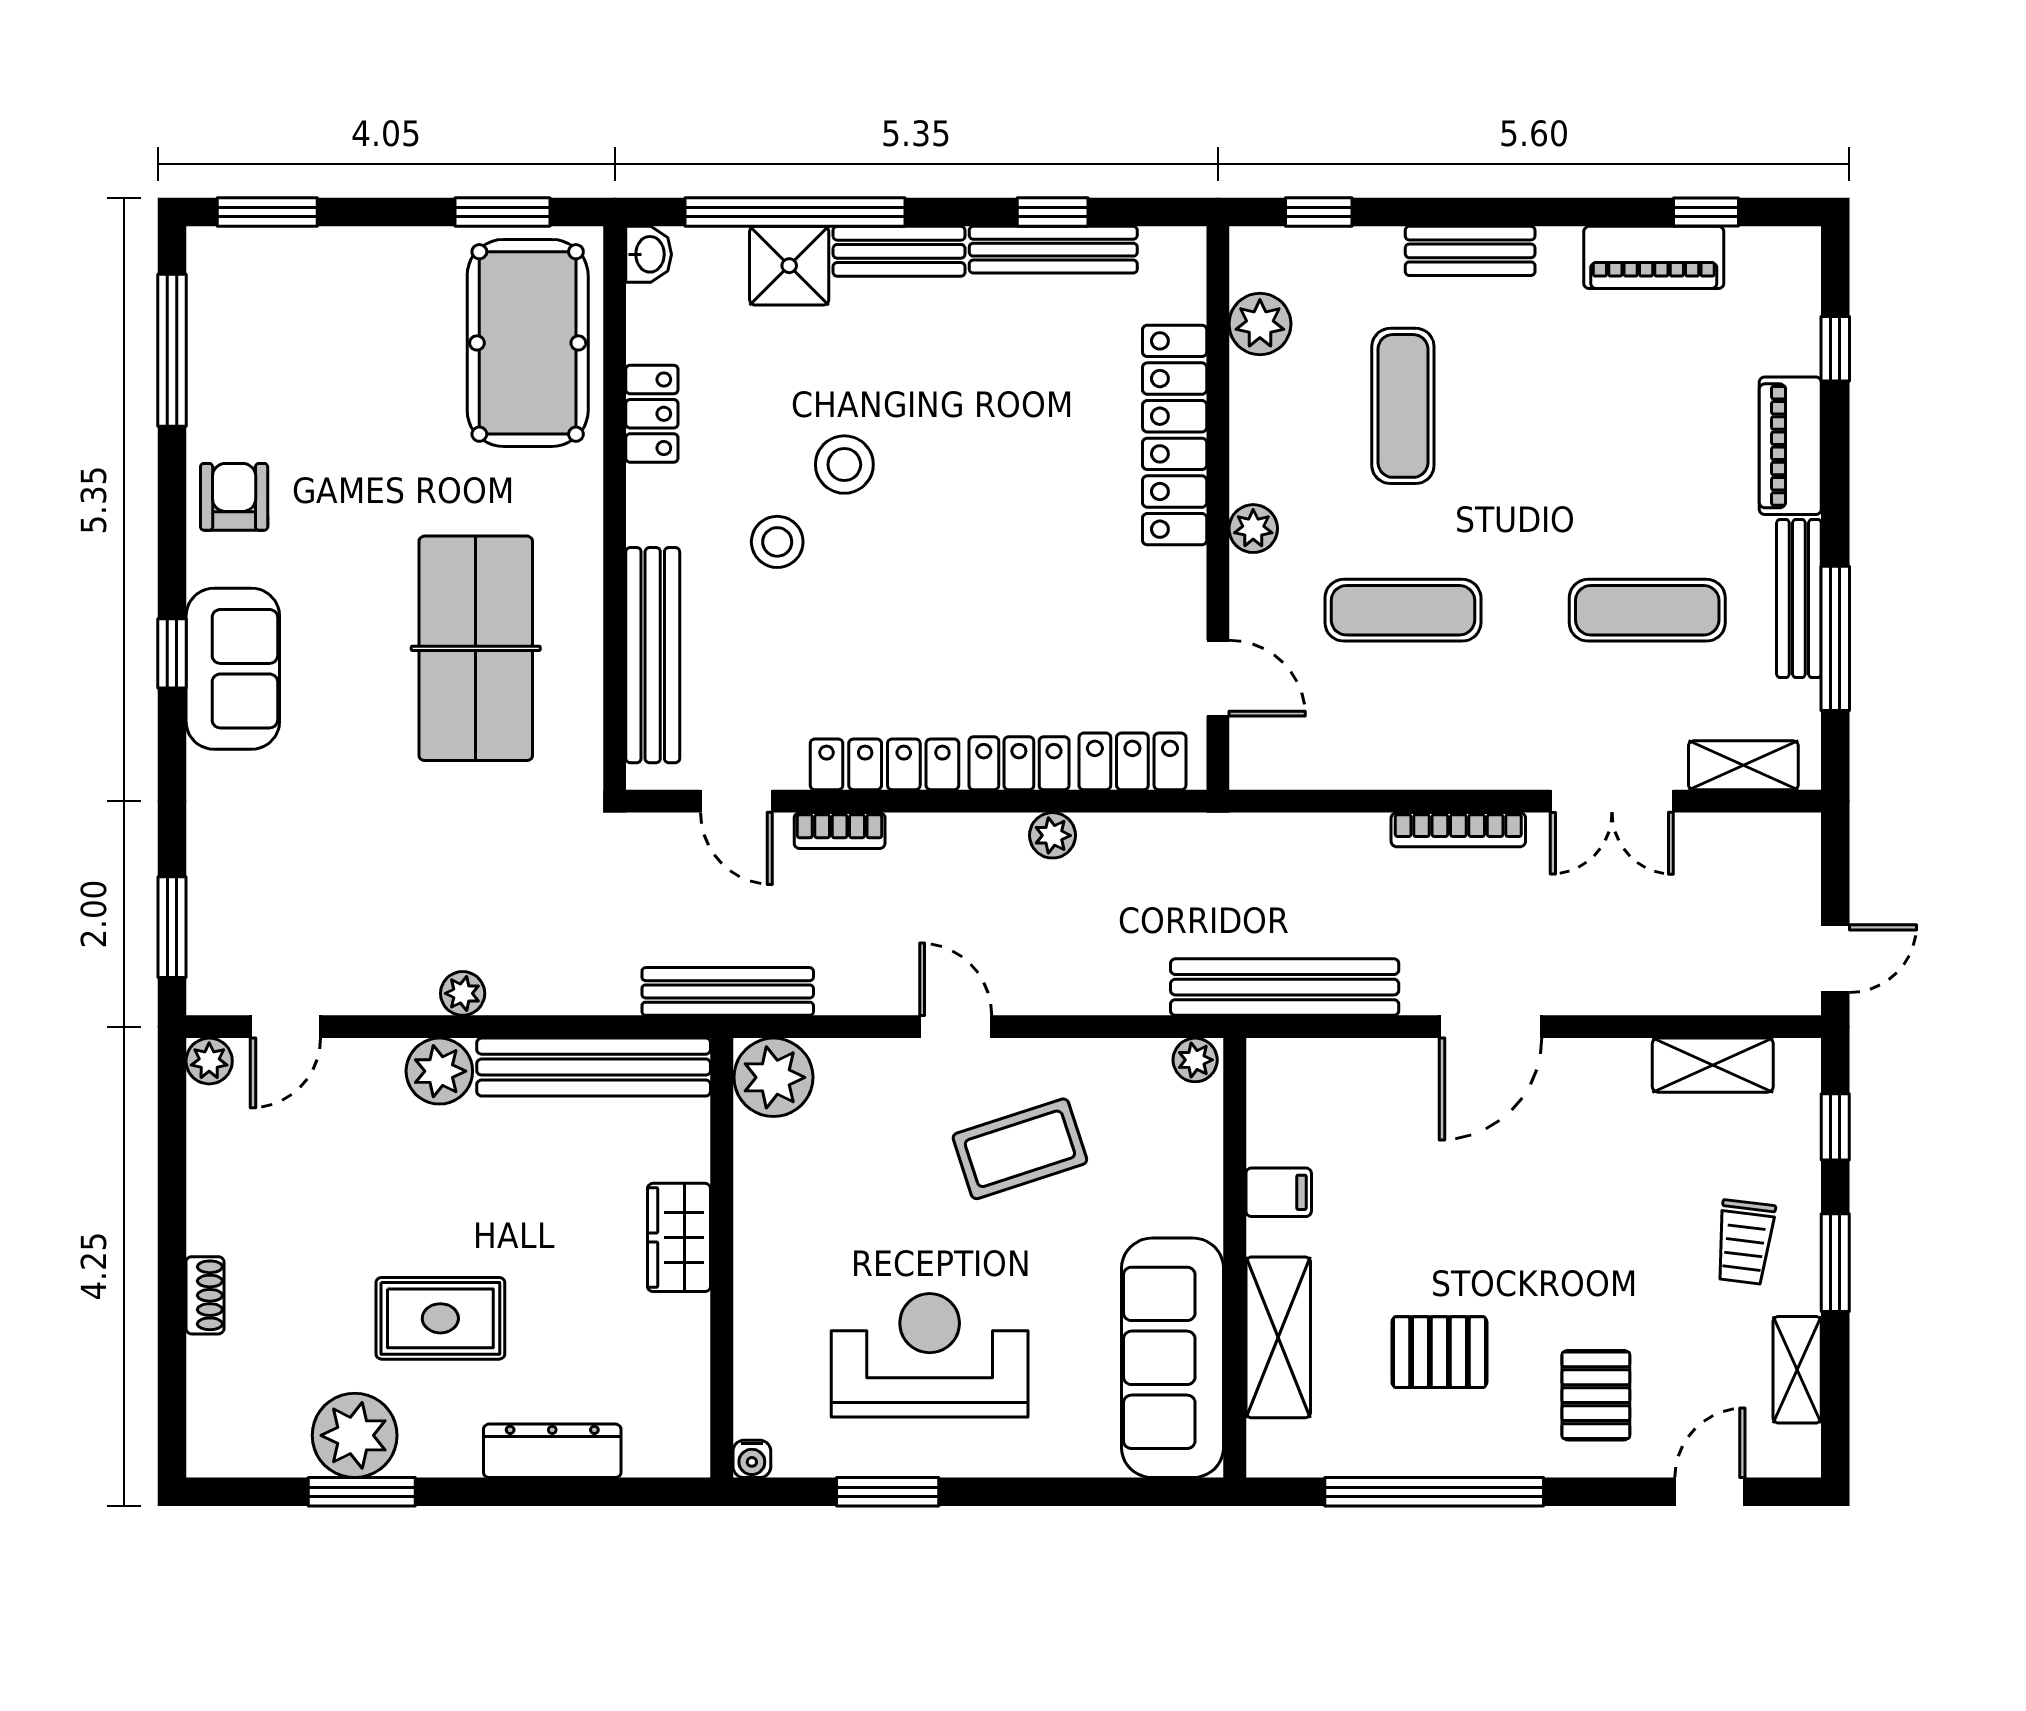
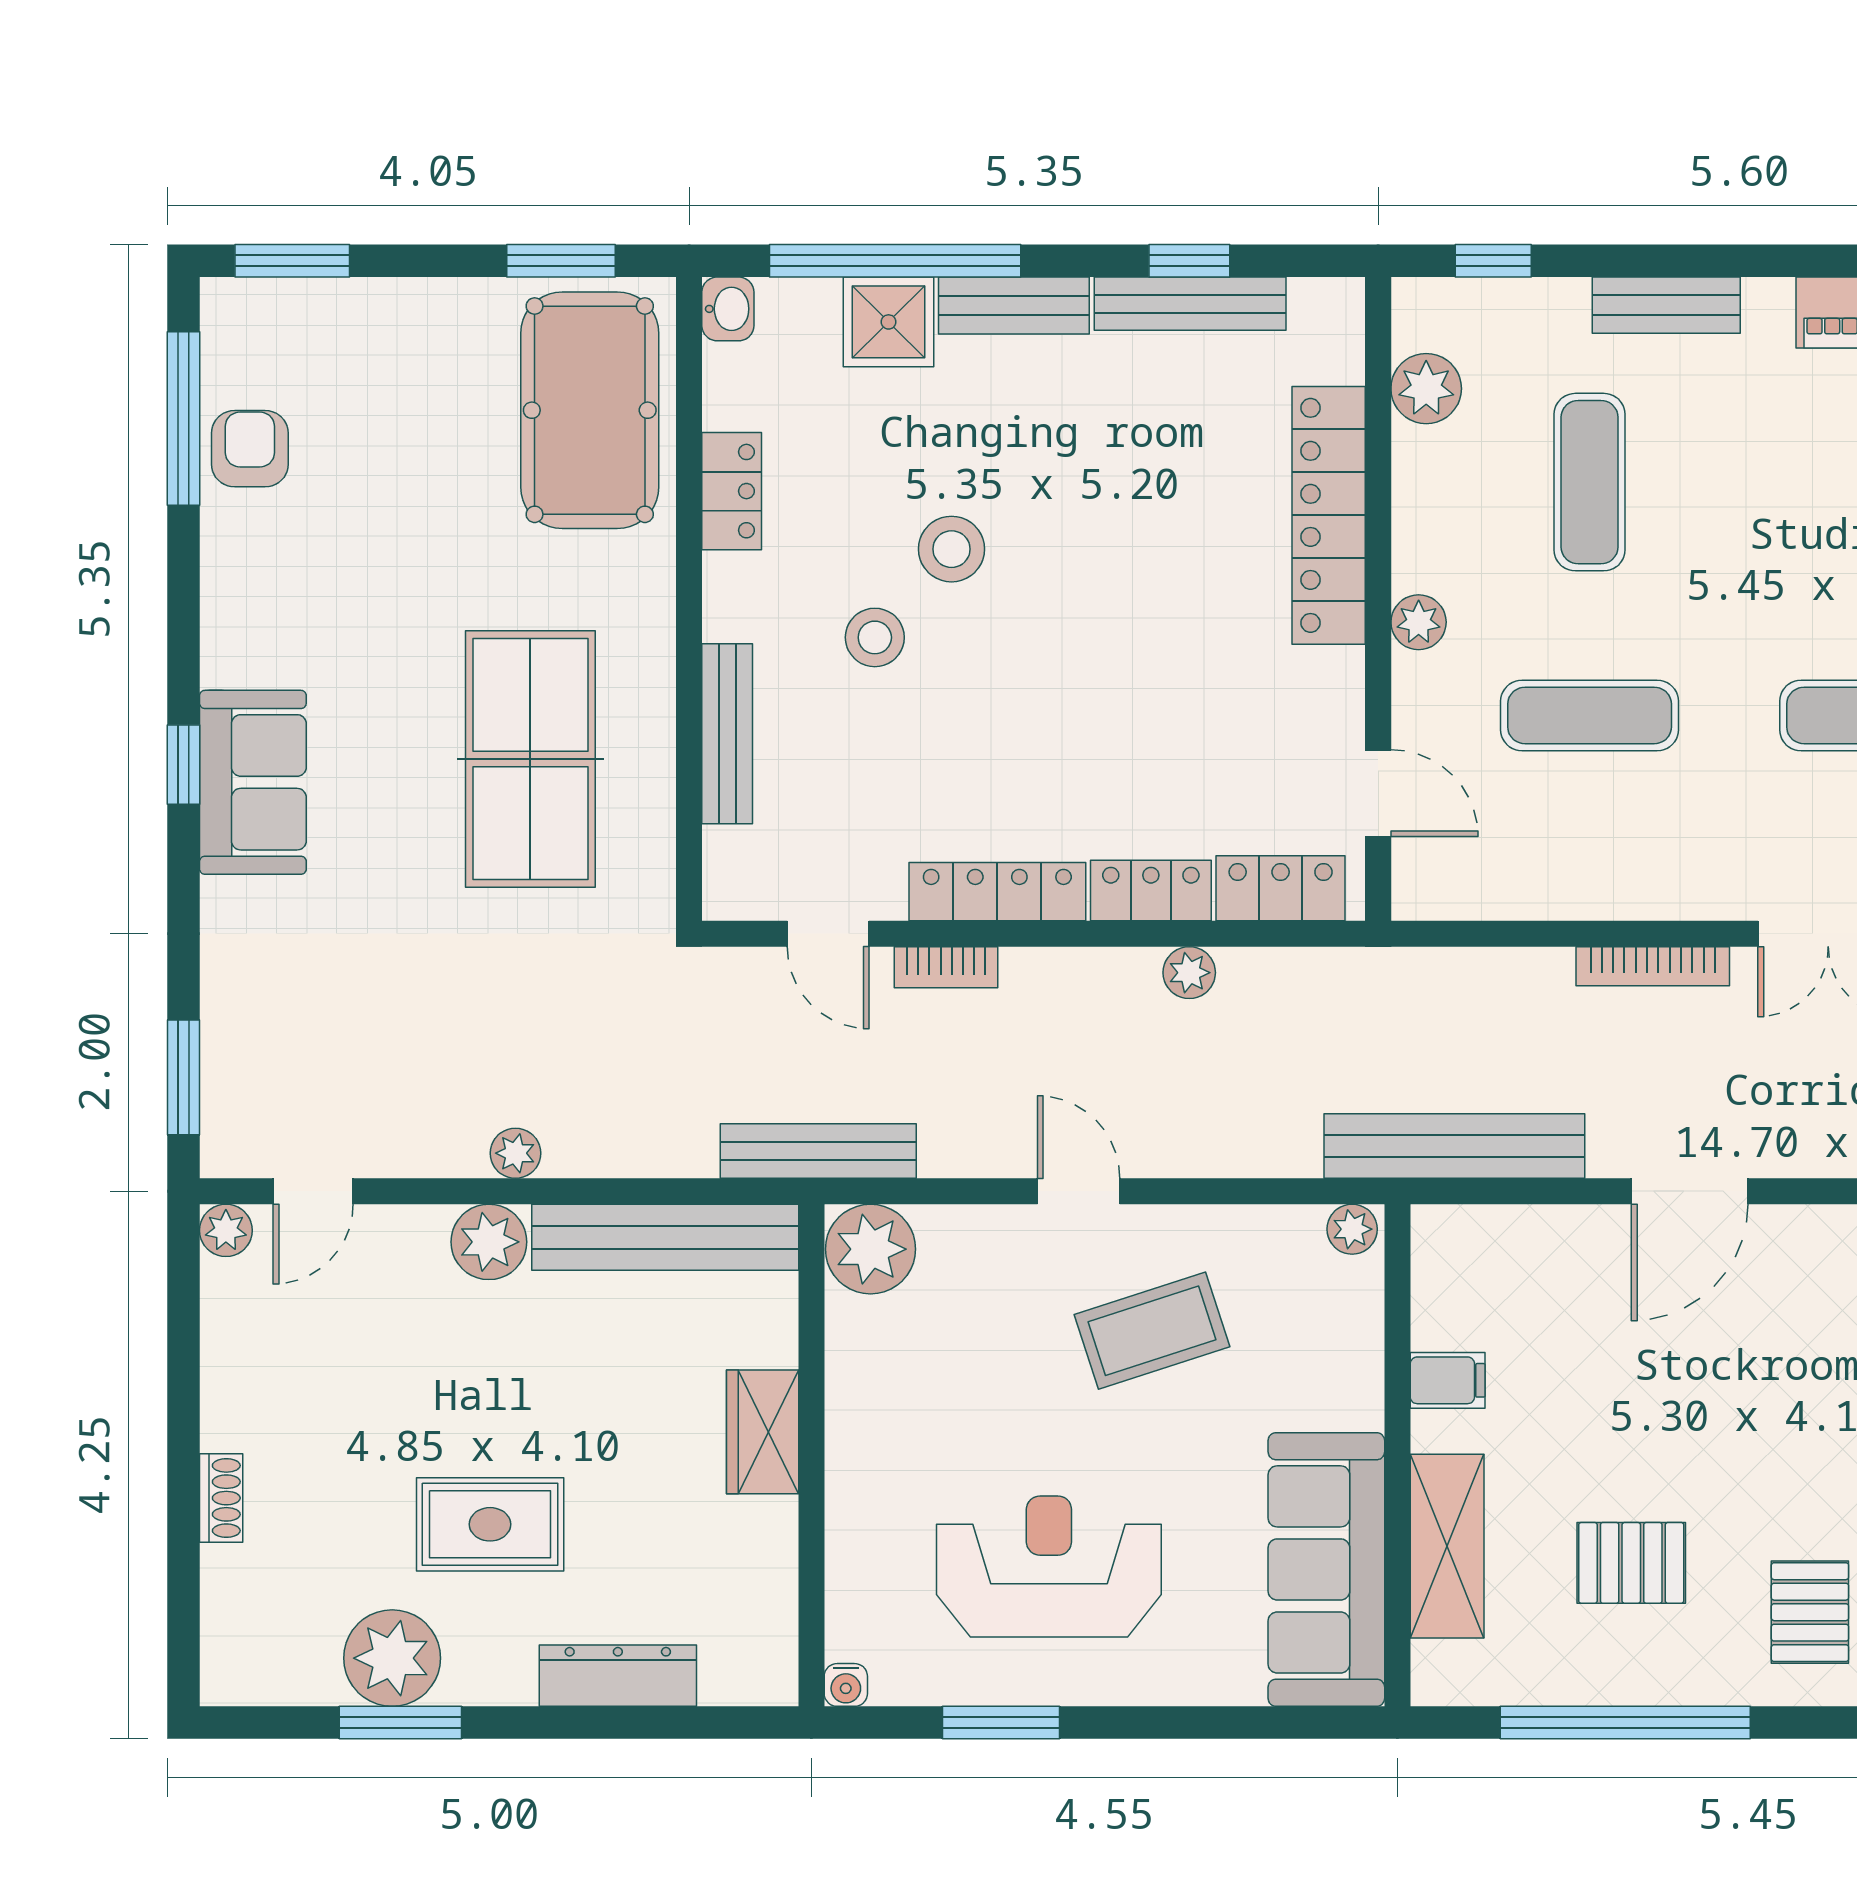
armchair: (234, 497) -> (250, 449), moved
bench: (653, 655) -> (727, 734), width x0.73, depth x0.82

